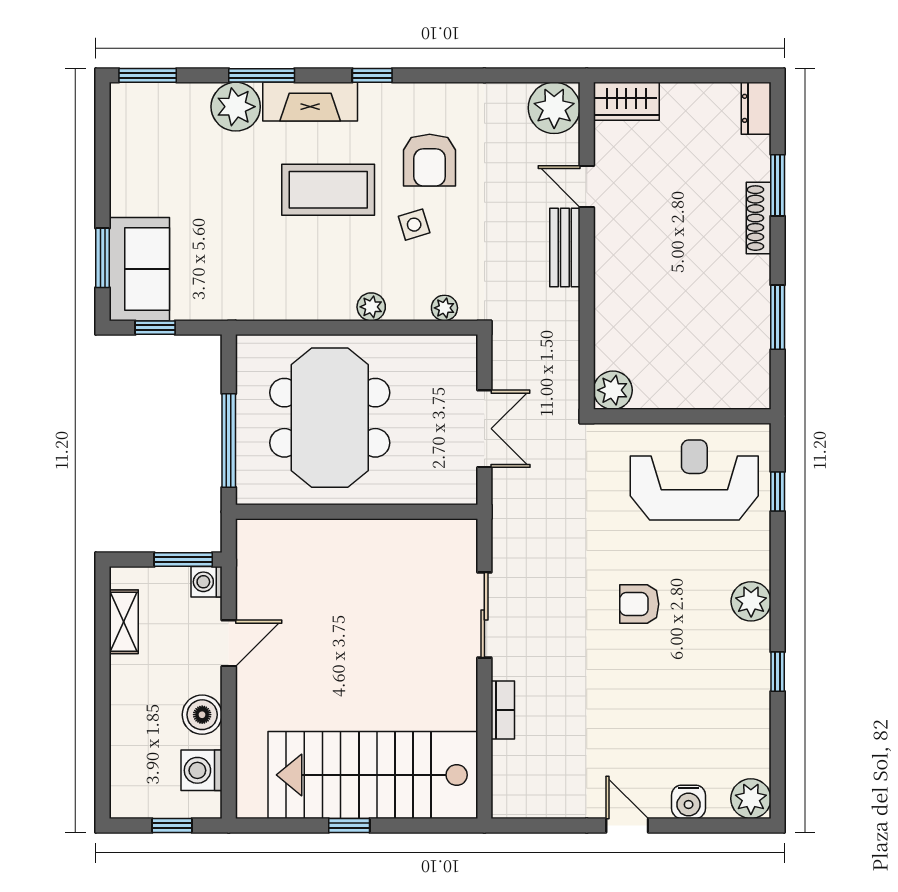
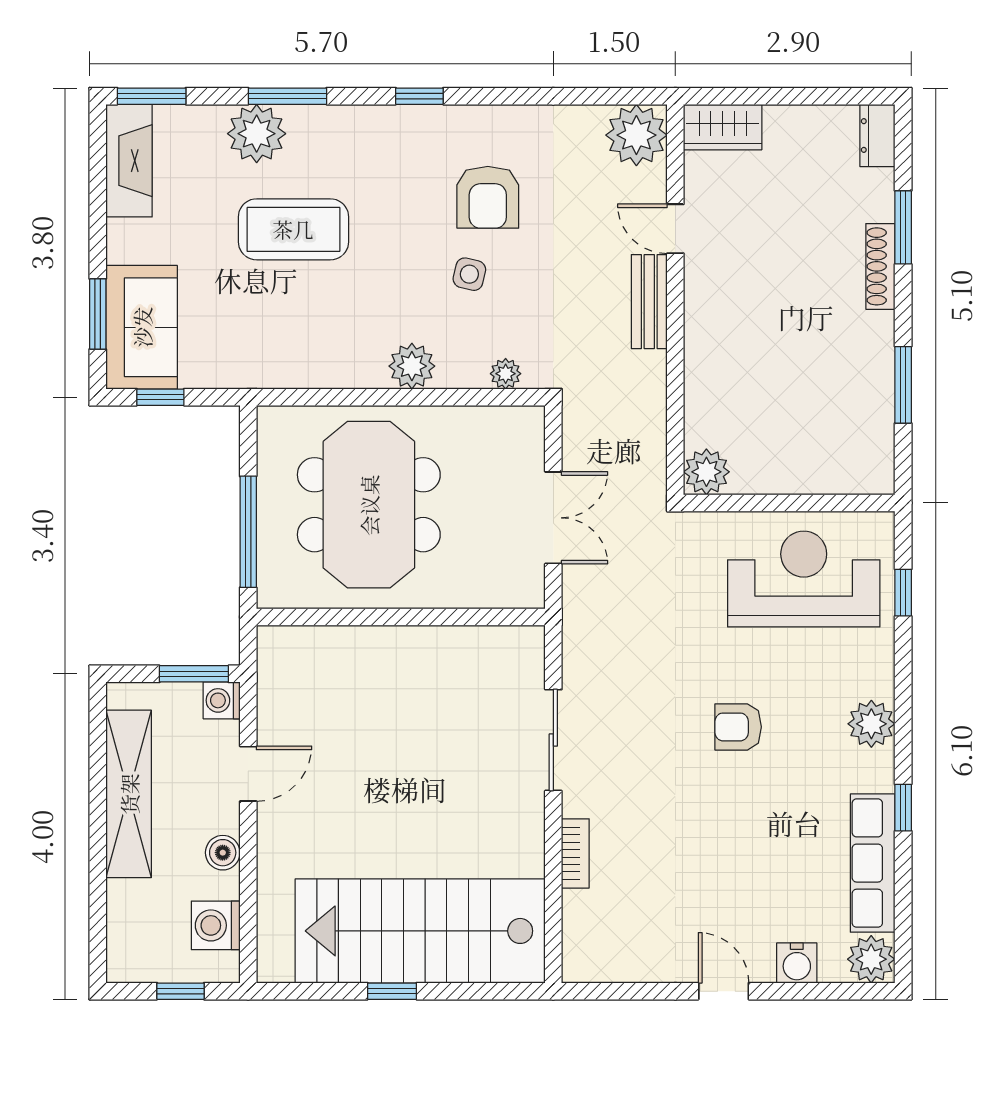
fireplace: (310, 102) -> (129, 161), moved, turned -90
coffee table: (328, 190) -> (293, 229), moved
side table: (414, 225) -> (469, 274), turned 30
plant: (371, 307) -> (412, 366), width x1.38, depth x1.38
shelving: (124, 622) -> (129, 794), width x2.20, depth x1.33
boiler: (202, 715) -> (223, 853), width x0.73, depth x0.73
row of seats: (752, 718) -> (873, 863), added

